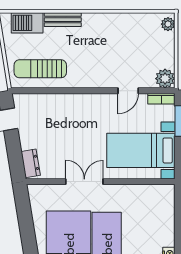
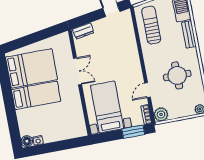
round table: (116, 46) -> (177, 75), added
door: (128, 91) -> (147, 90), hinge flipped

